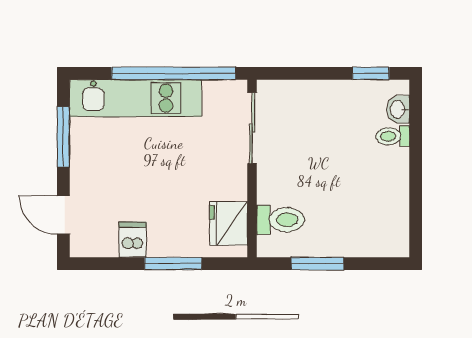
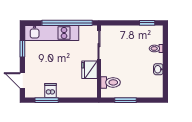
washbasin: (398, 109) -> (158, 69), moved
window: (63, 137) -> (22, 49), width x0.67
fridge: (229, 224) -> (89, 70), moved
window: (173, 264) -> (47, 100), moved

